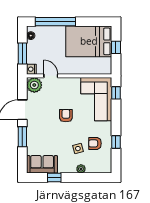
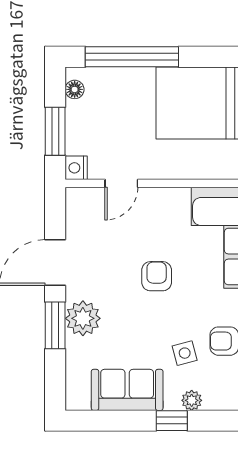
door: (51, 76) -> (121, 183), swing flipped
plant: (34, 85) -> (83, 318), moved
sofa: (42, 164) -> (127, 390), moved
window: (54, 177) -> (172, 421), moved

